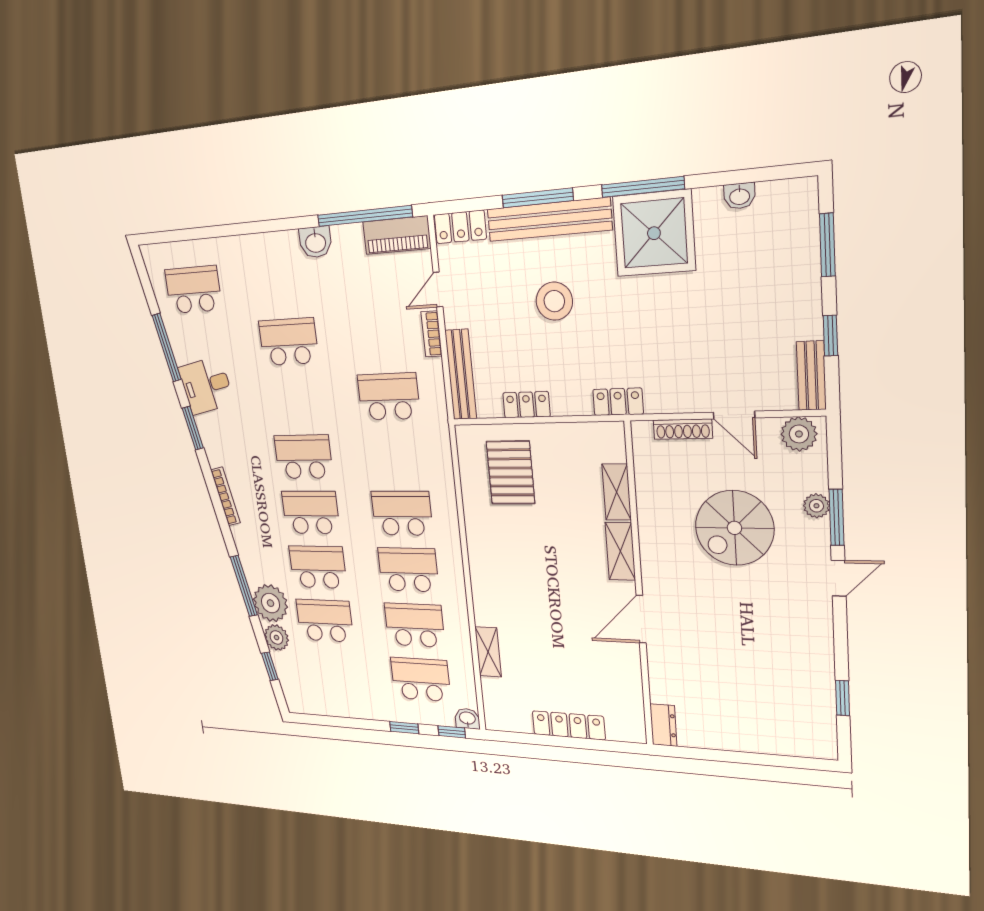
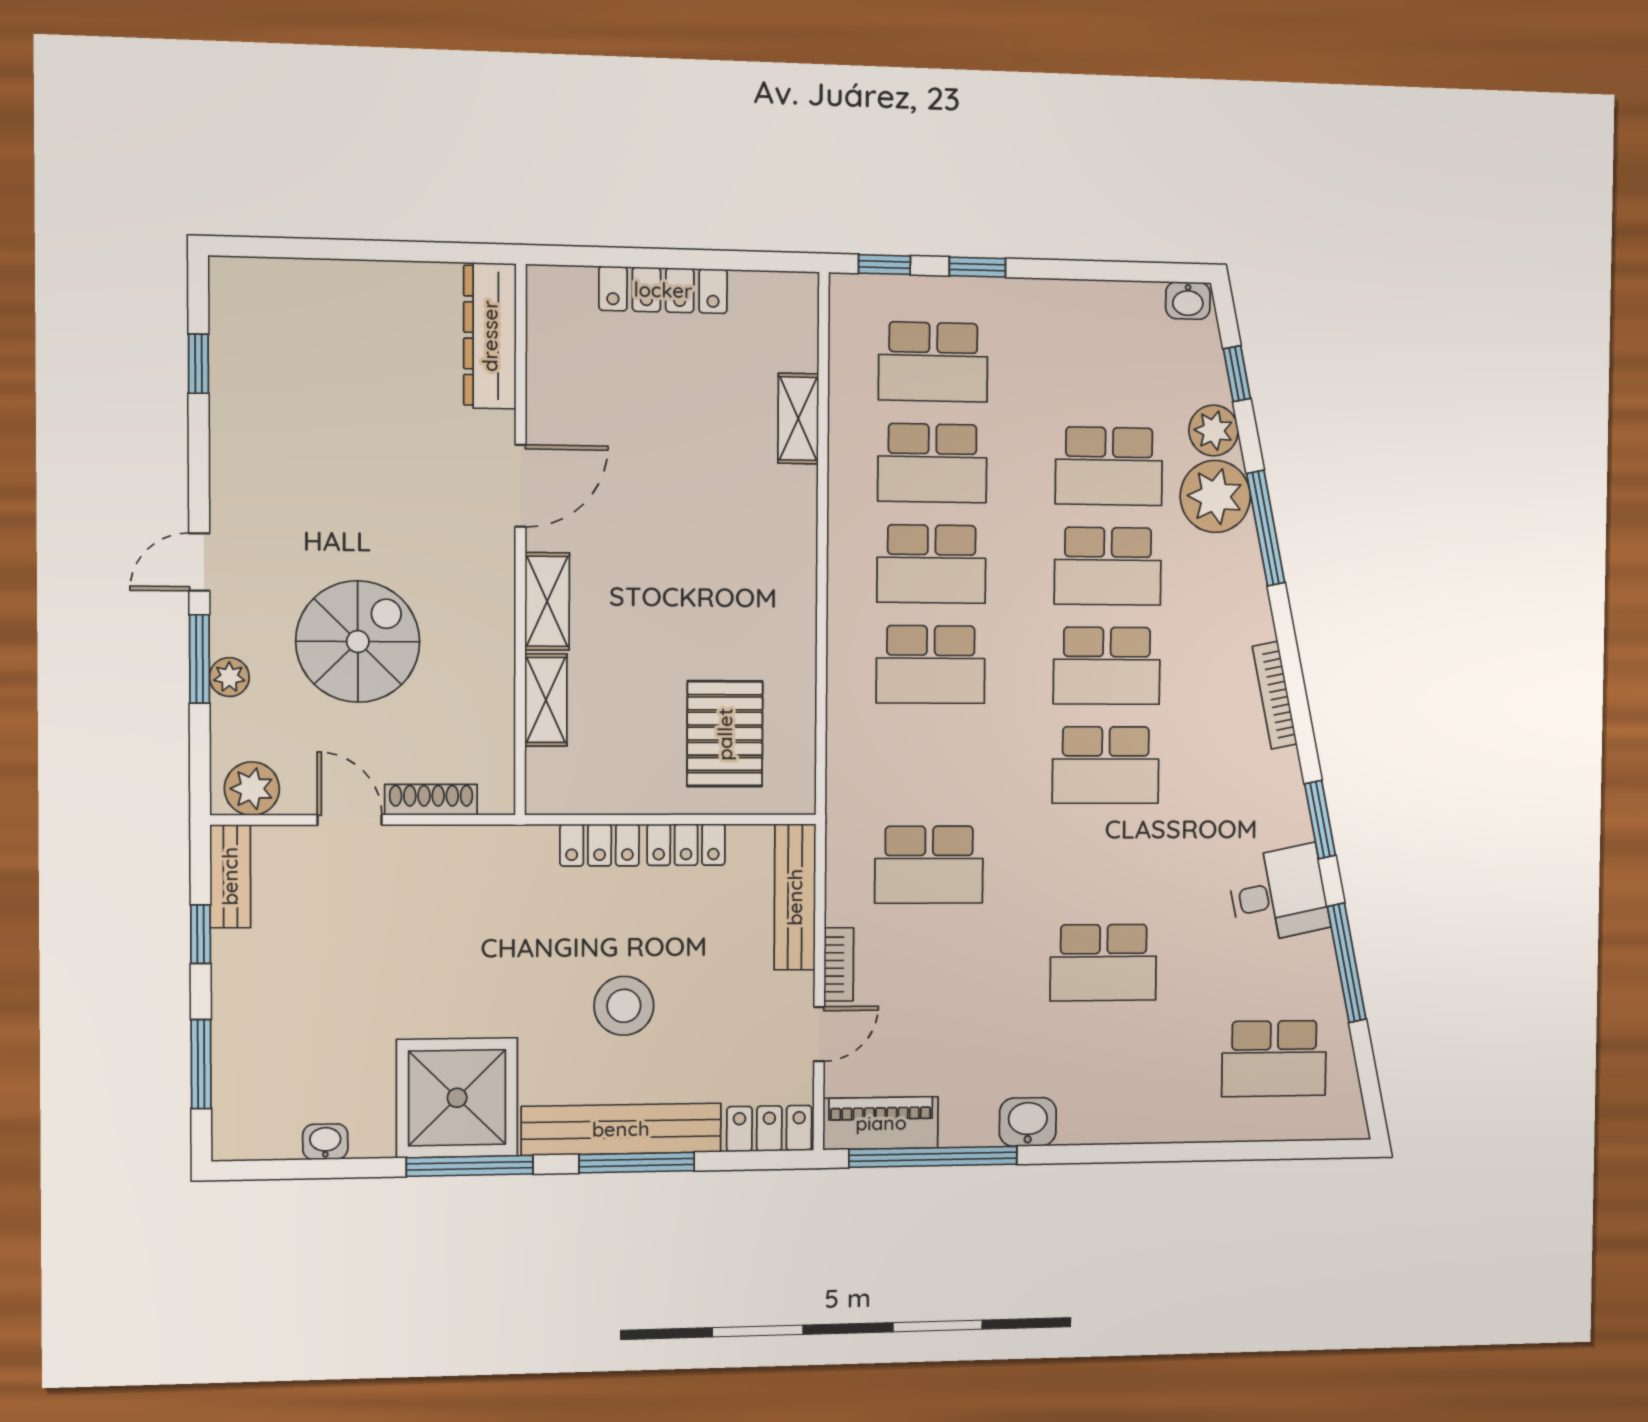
locker: (618, 402) -> (600, 845), moved
washbasin: (467, 719) -> (1188, 301), moved
dresser: (663, 725) -> (490, 336), width x1.96, depth x1.24

